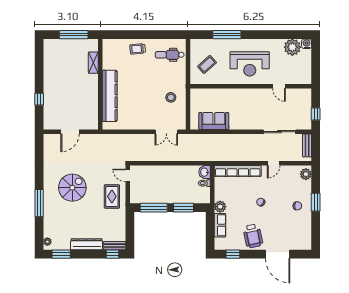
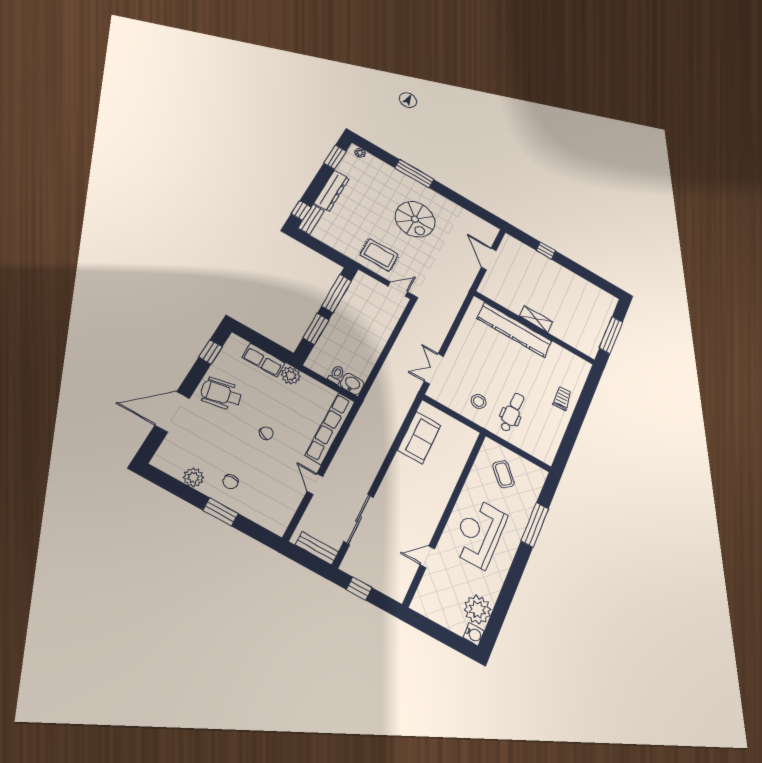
dental chair: (170, 55) -> (512, 412), moved
shelving: (93, 63) -> (536, 319), moved
plant: (306, 174) -> (193, 477), moved

